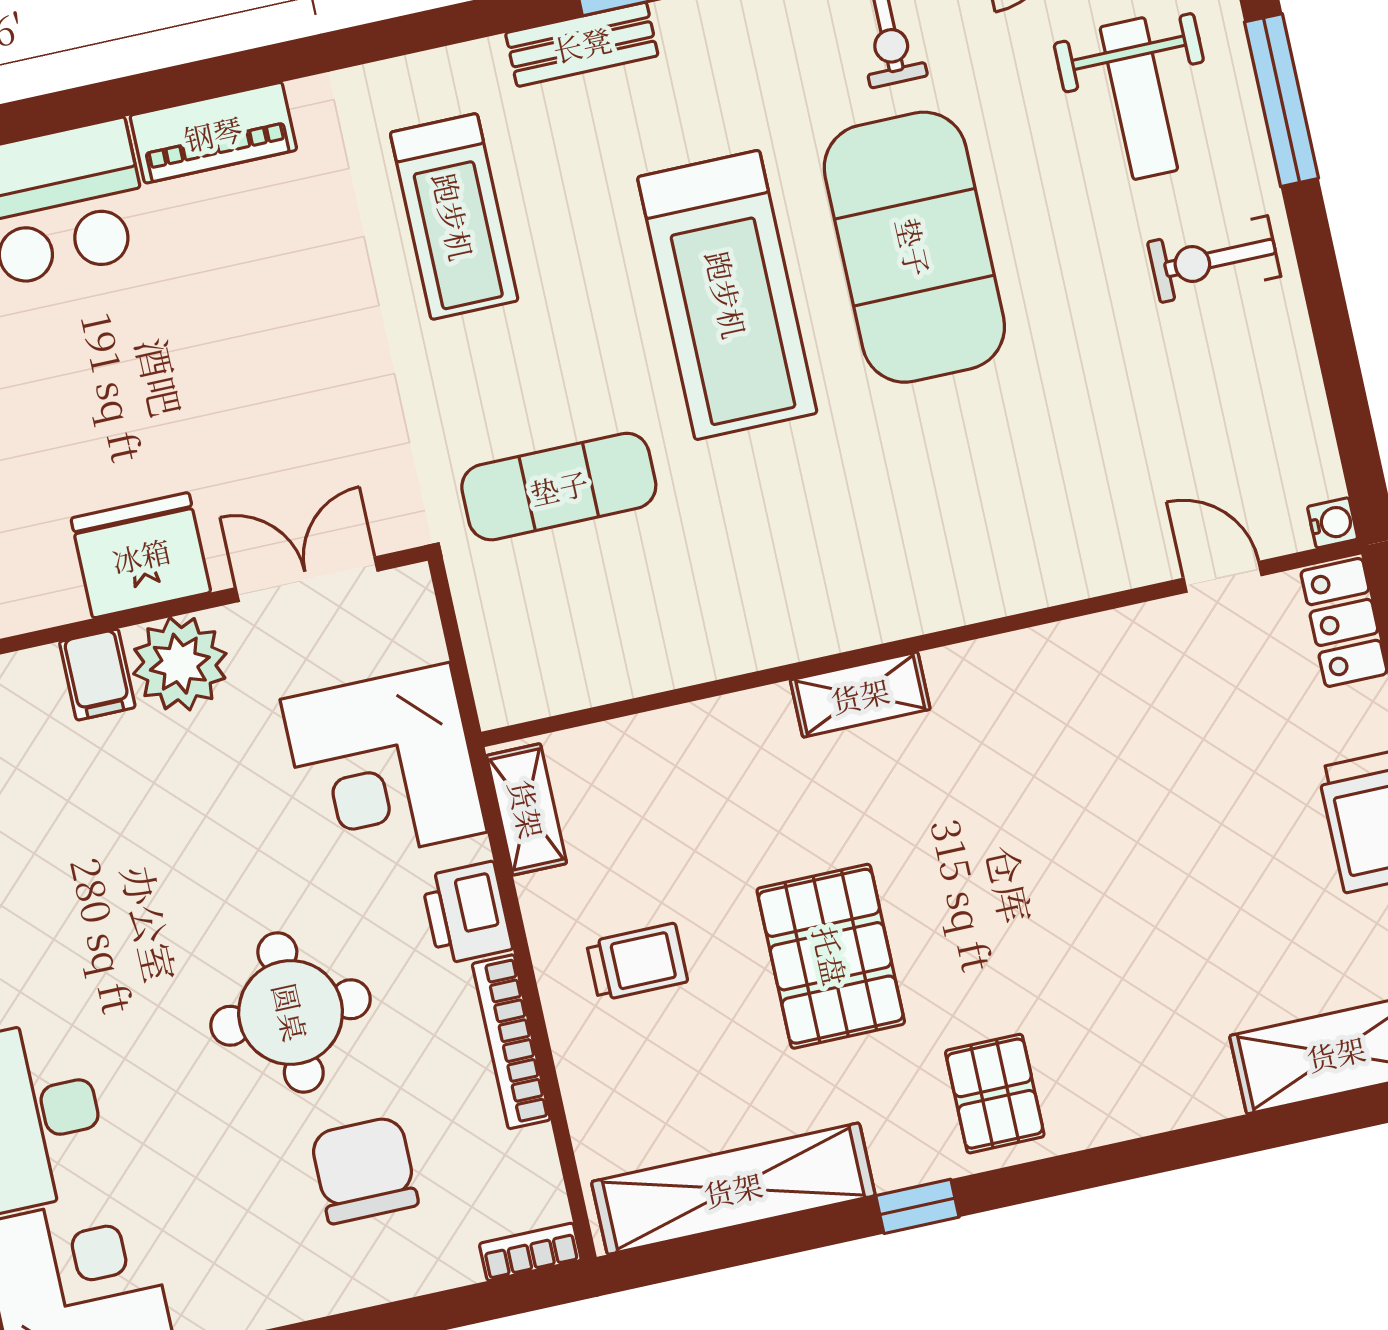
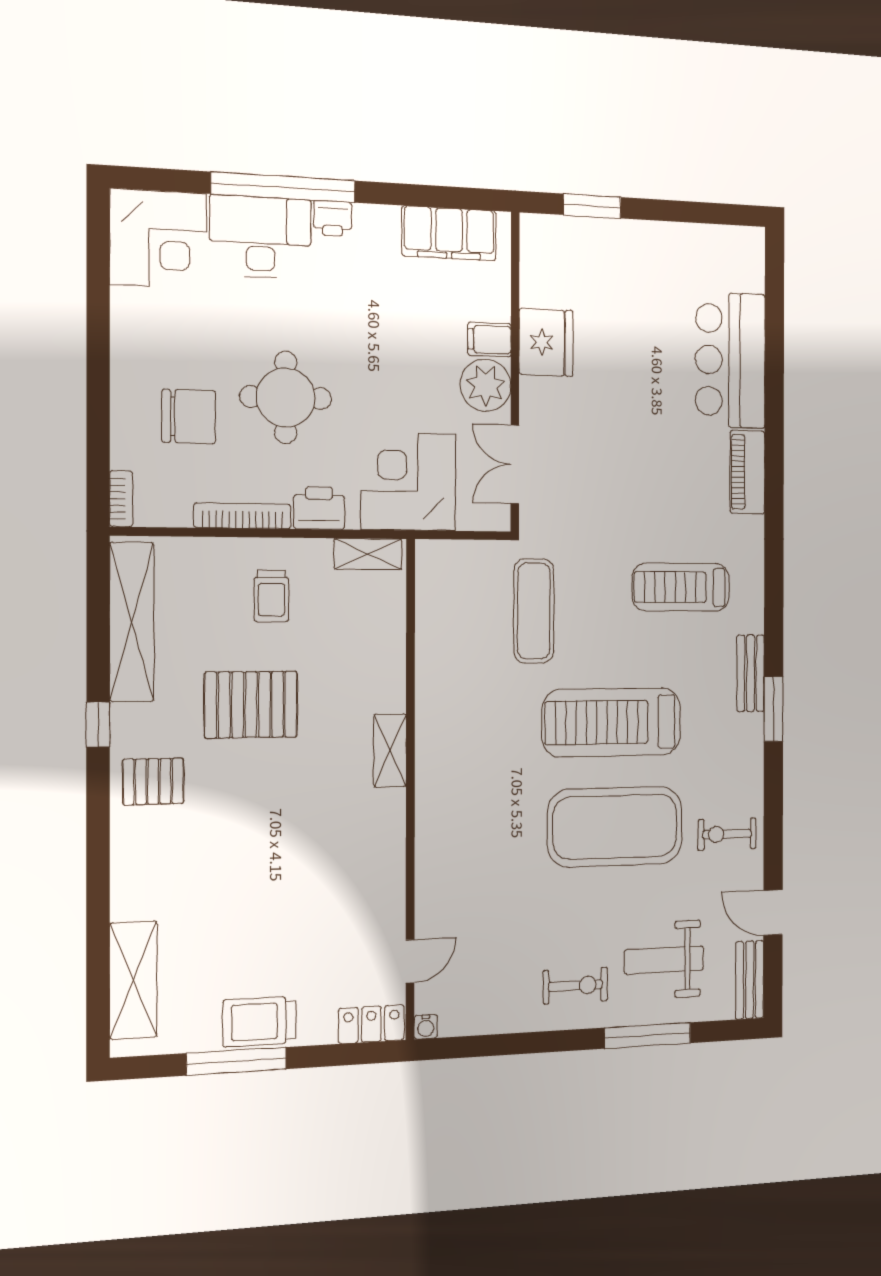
exercise bike: (1214, 259) -> (575, 986), turned 90
fridge: (141, 555) -> (546, 342), moved
double door: (307, 579) -> (515, 464), swing flipped

